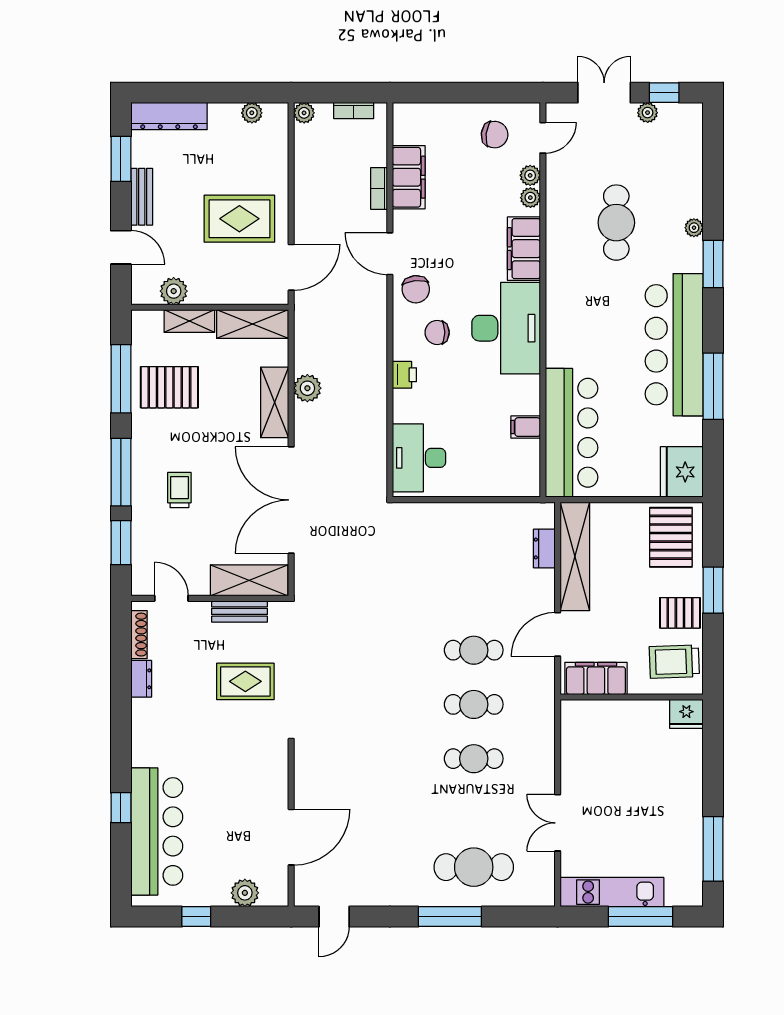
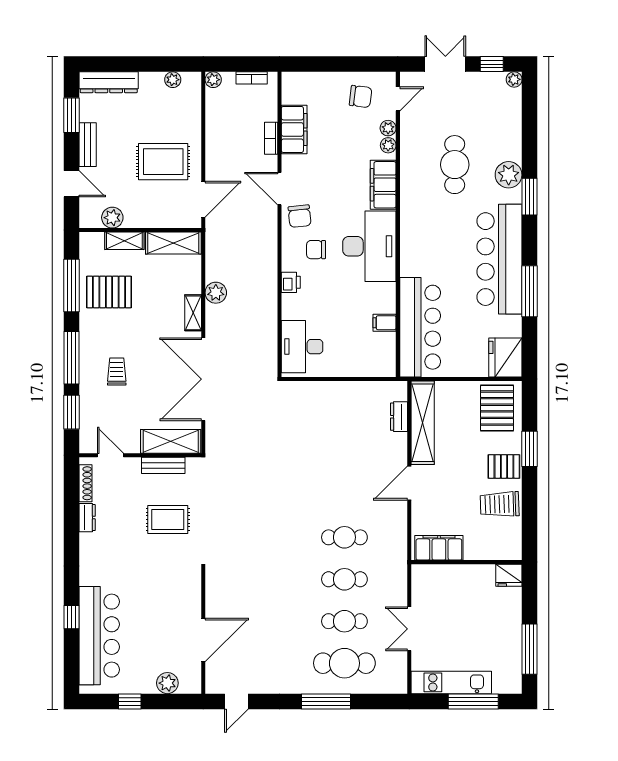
plant: (648, 113) -> (514, 79), moved
plant: (694, 228) -> (509, 175), width x1.88, depth x1.88
shelving: (275, 402) -> (193, 313), width x0.67, depth x0.75
cafe table: (474, 650) -> (344, 621), moved
filing cabinet: (596, 678) -> (439, 548), moved
wall: (632, 697) -> (467, 562), moved
fridge: (686, 714) -> (509, 575), moved

